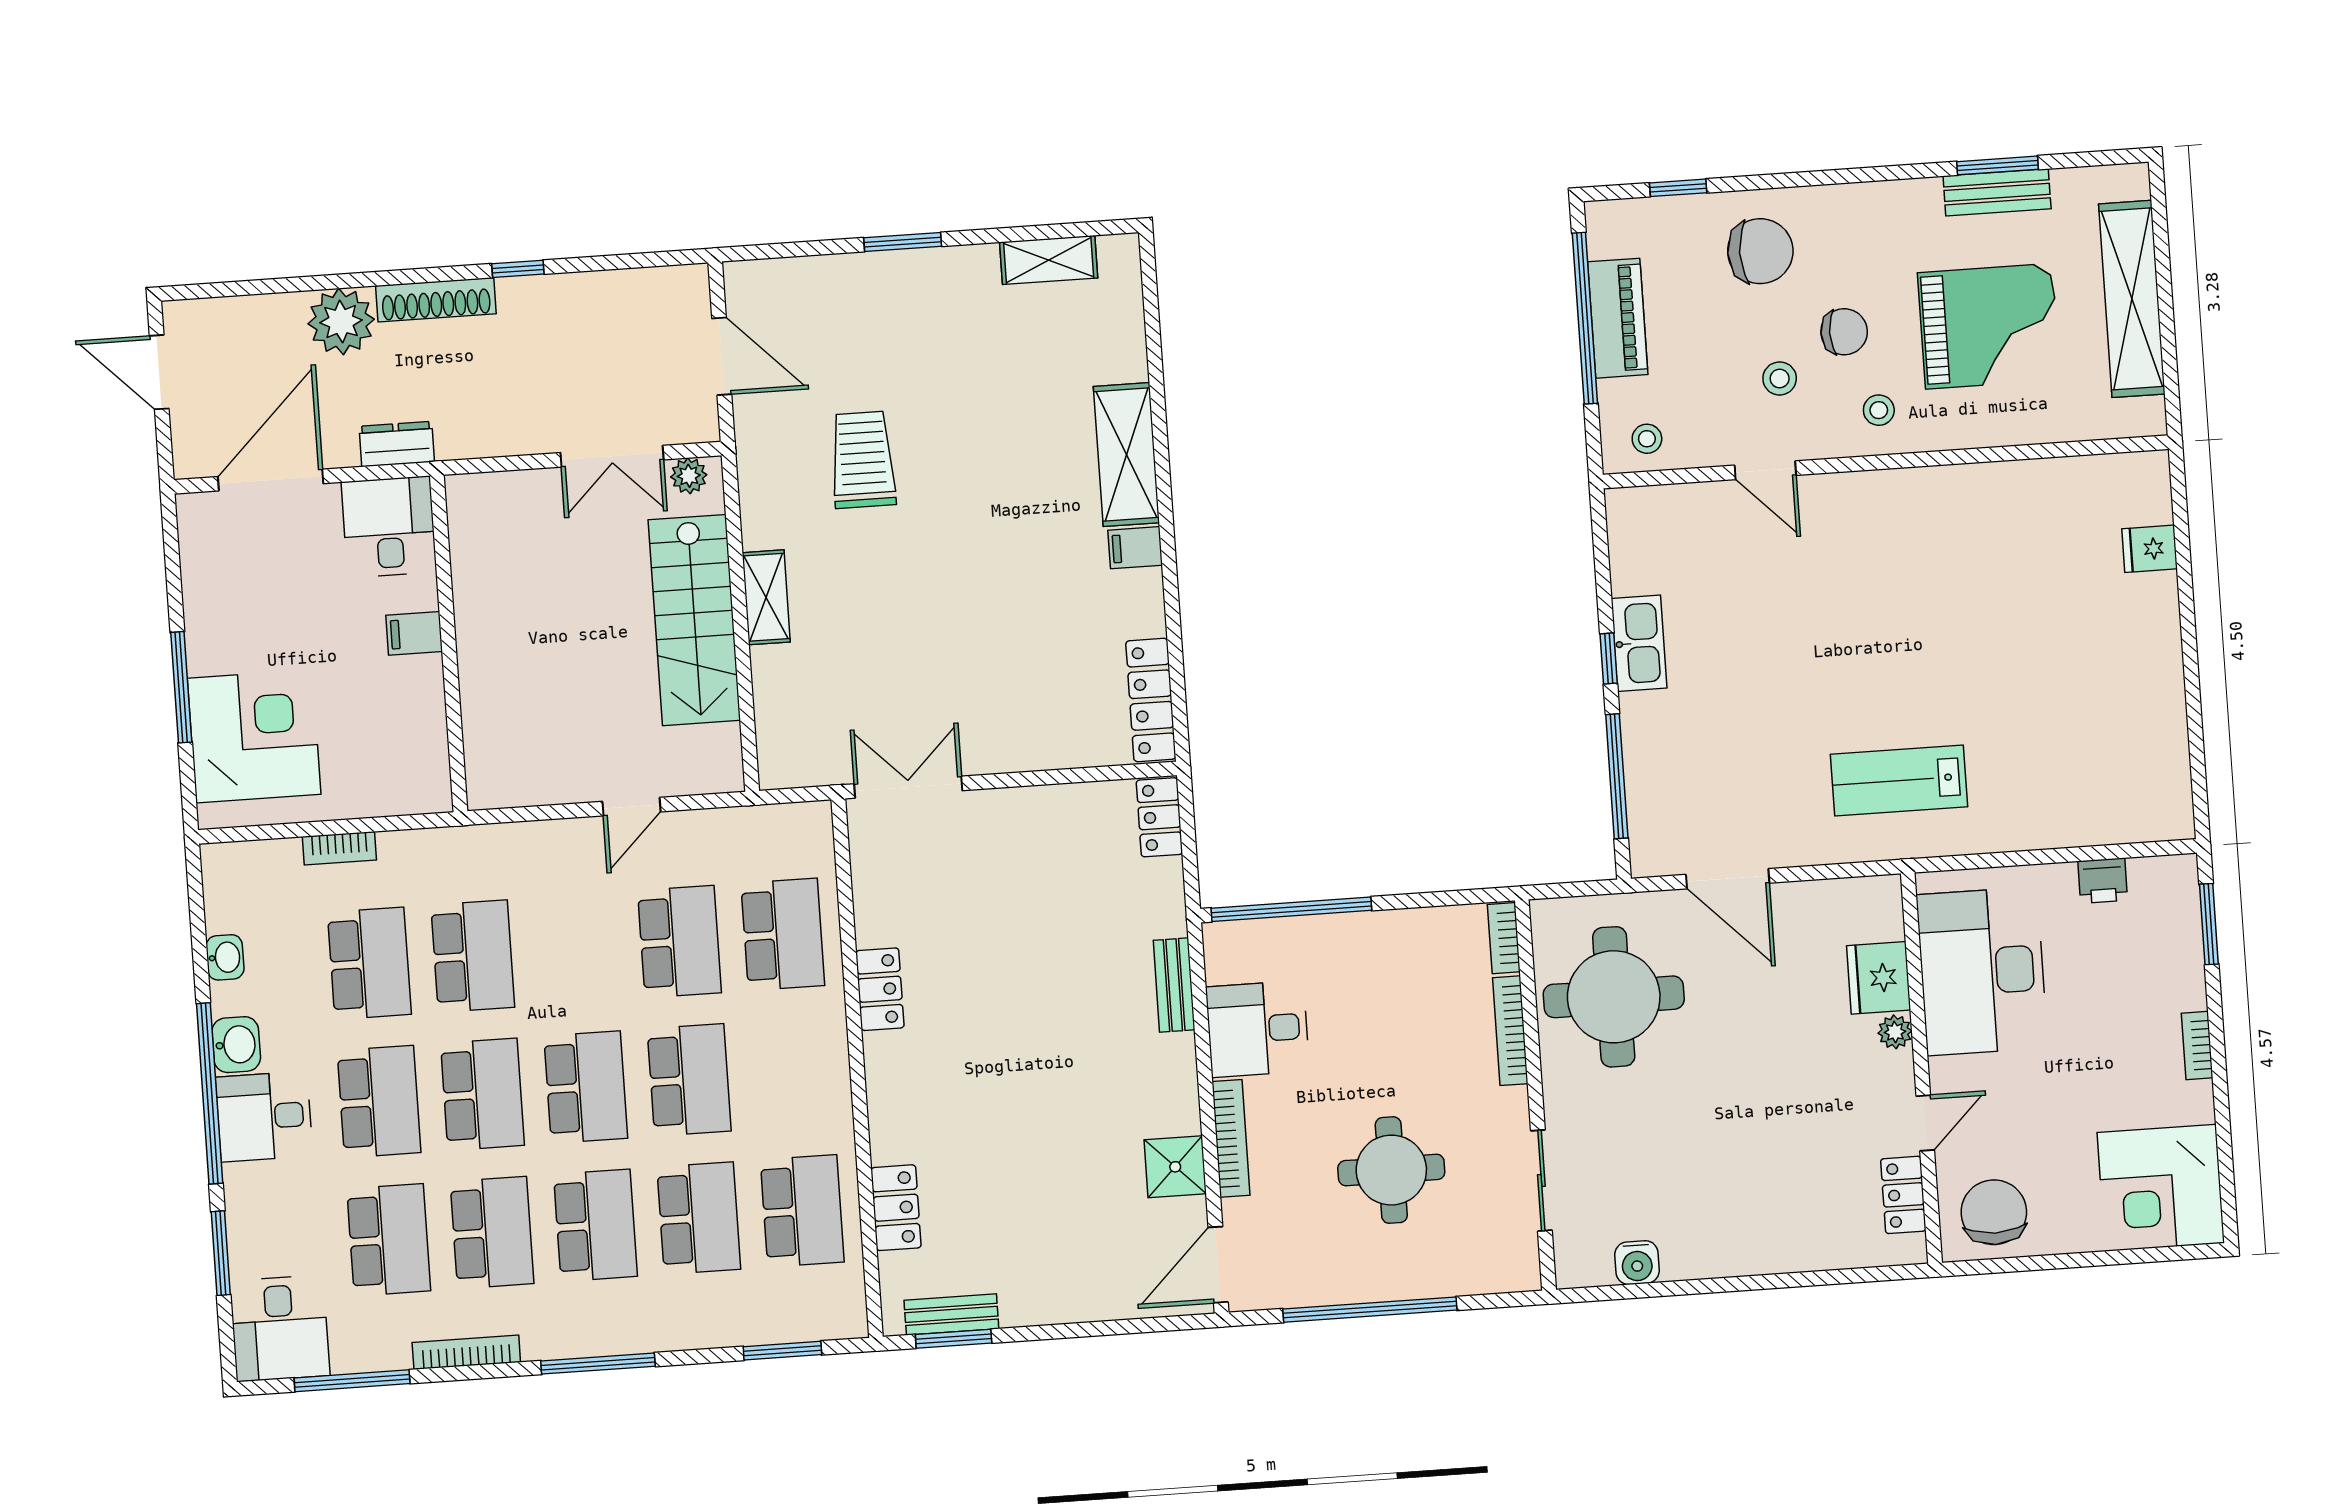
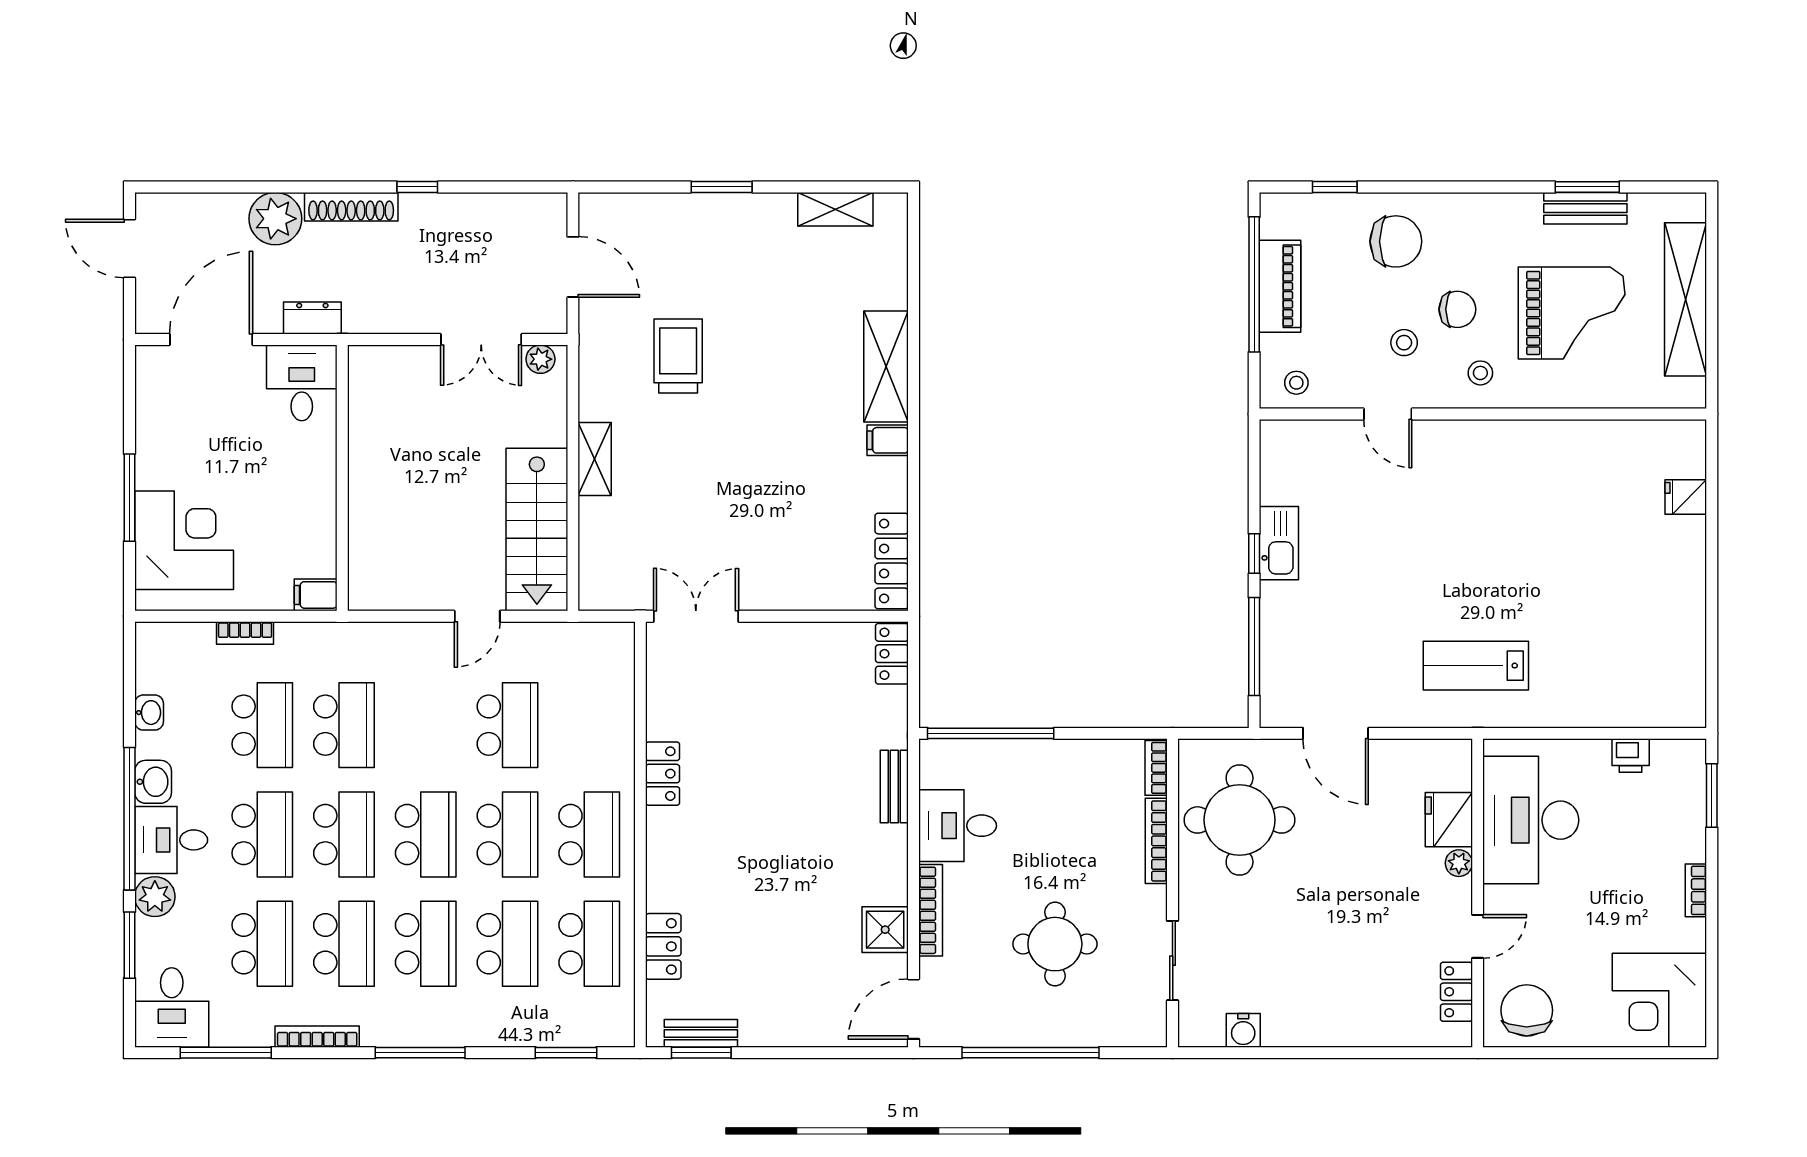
stairs: (694, 620) -> (537, 529), moved
filing cabinet: (414, 633) -> (316, 595), moved
school desk: (783, 934) -> (589, 834), moved
plant: (249, 1190) -> (155, 897), added

